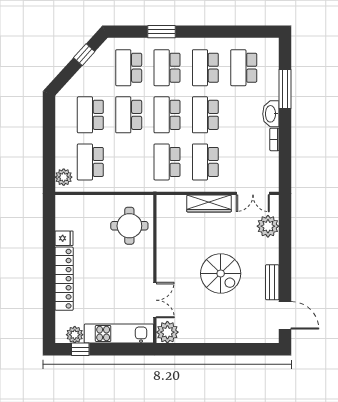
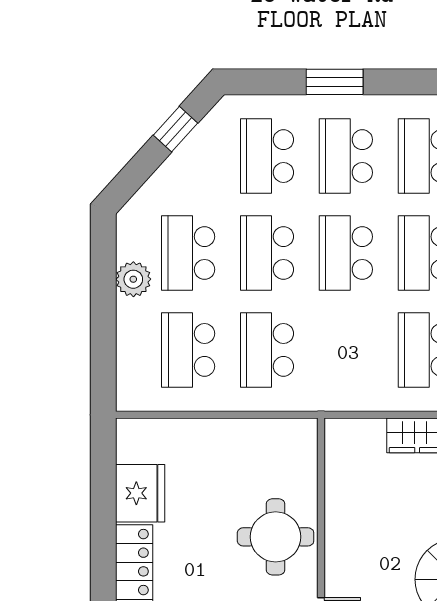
school desk: (167, 162) -> (267, 350), moved
plant: (64, 177) -> (133, 279), moved
round table: (129, 226) -> (276, 537), moved
fridge: (64, 238) -> (140, 493), width x1.88, depth x1.34

